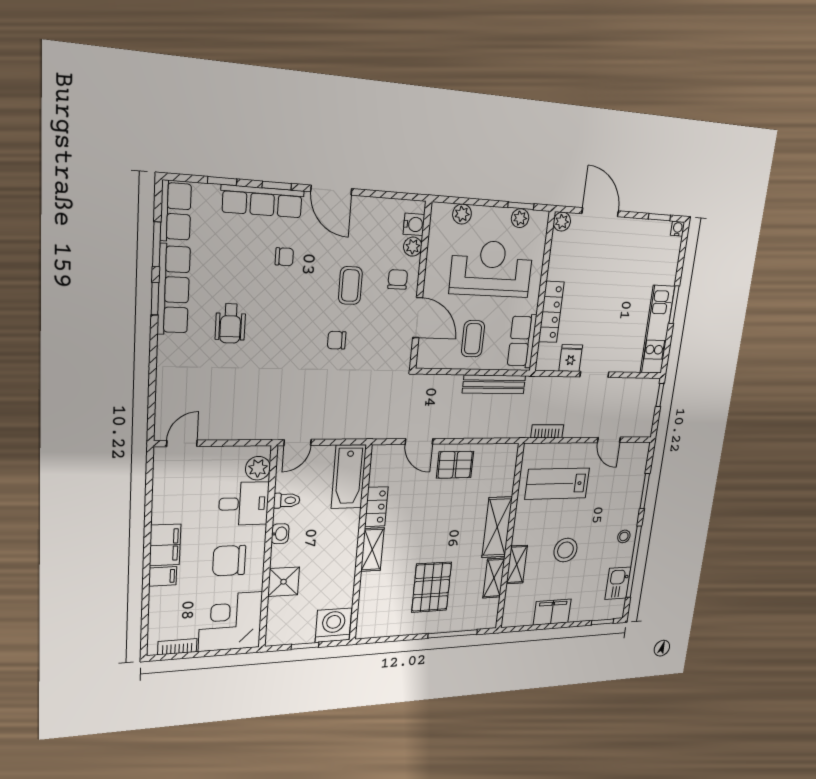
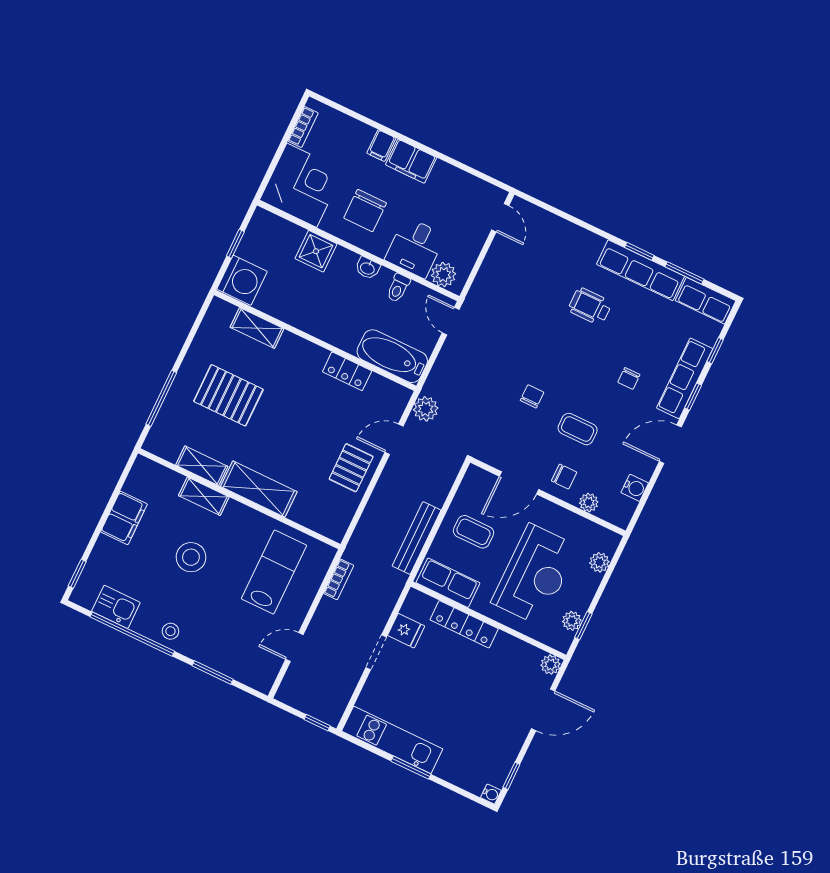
water cooler: (414, 224) -> (635, 488), moved, turned -90
plant: (383, 428) -> (426, 409), added
shelving: (372, 550) -> (257, 328), moved
chair: (229, 561) -> (365, 210), turned 180

